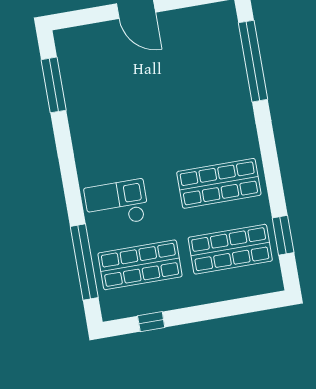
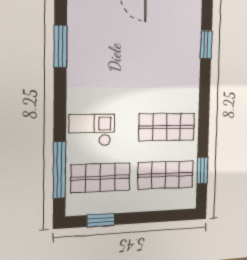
window: (253, 61) -> (206, 44), width x0.47
window: (54, 85) -> (60, 47), moved
window: (151, 322) -> (101, 220), width x1.50

